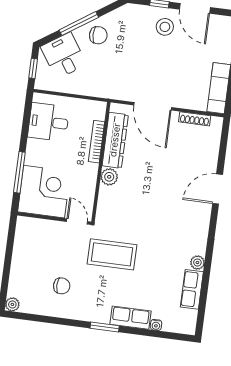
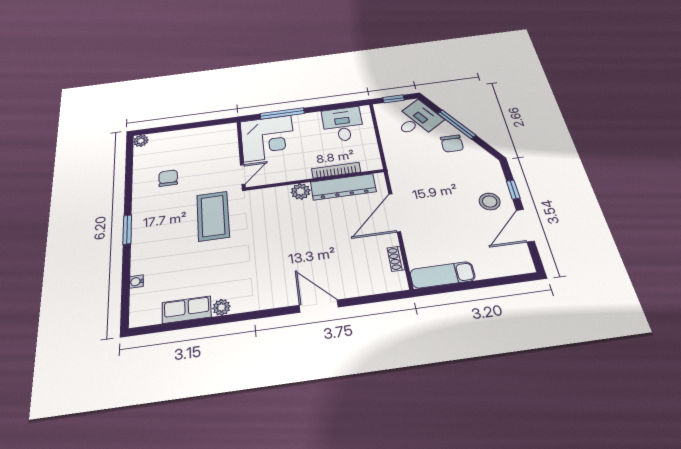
shoe rack: (195, 119) -> (396, 259), width x0.70
chair: (62, 286) -> (168, 178), turned 180
row of seats: (131, 318) -> (142, 253), removed

